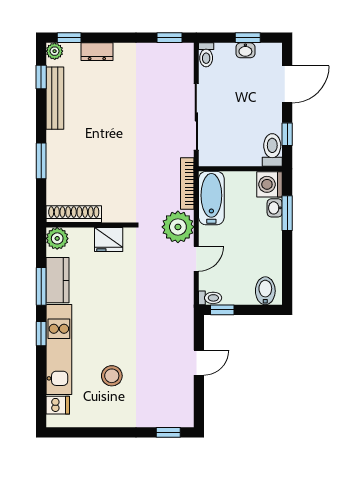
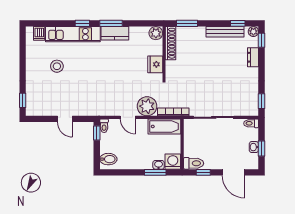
shoe rack: (74, 214) -> (171, 43), moved
wall: (90, 225) -> (164, 53), moved
plant: (57, 238) -> (156, 33), moved
fridge: (109, 239) -> (155, 64), moved

